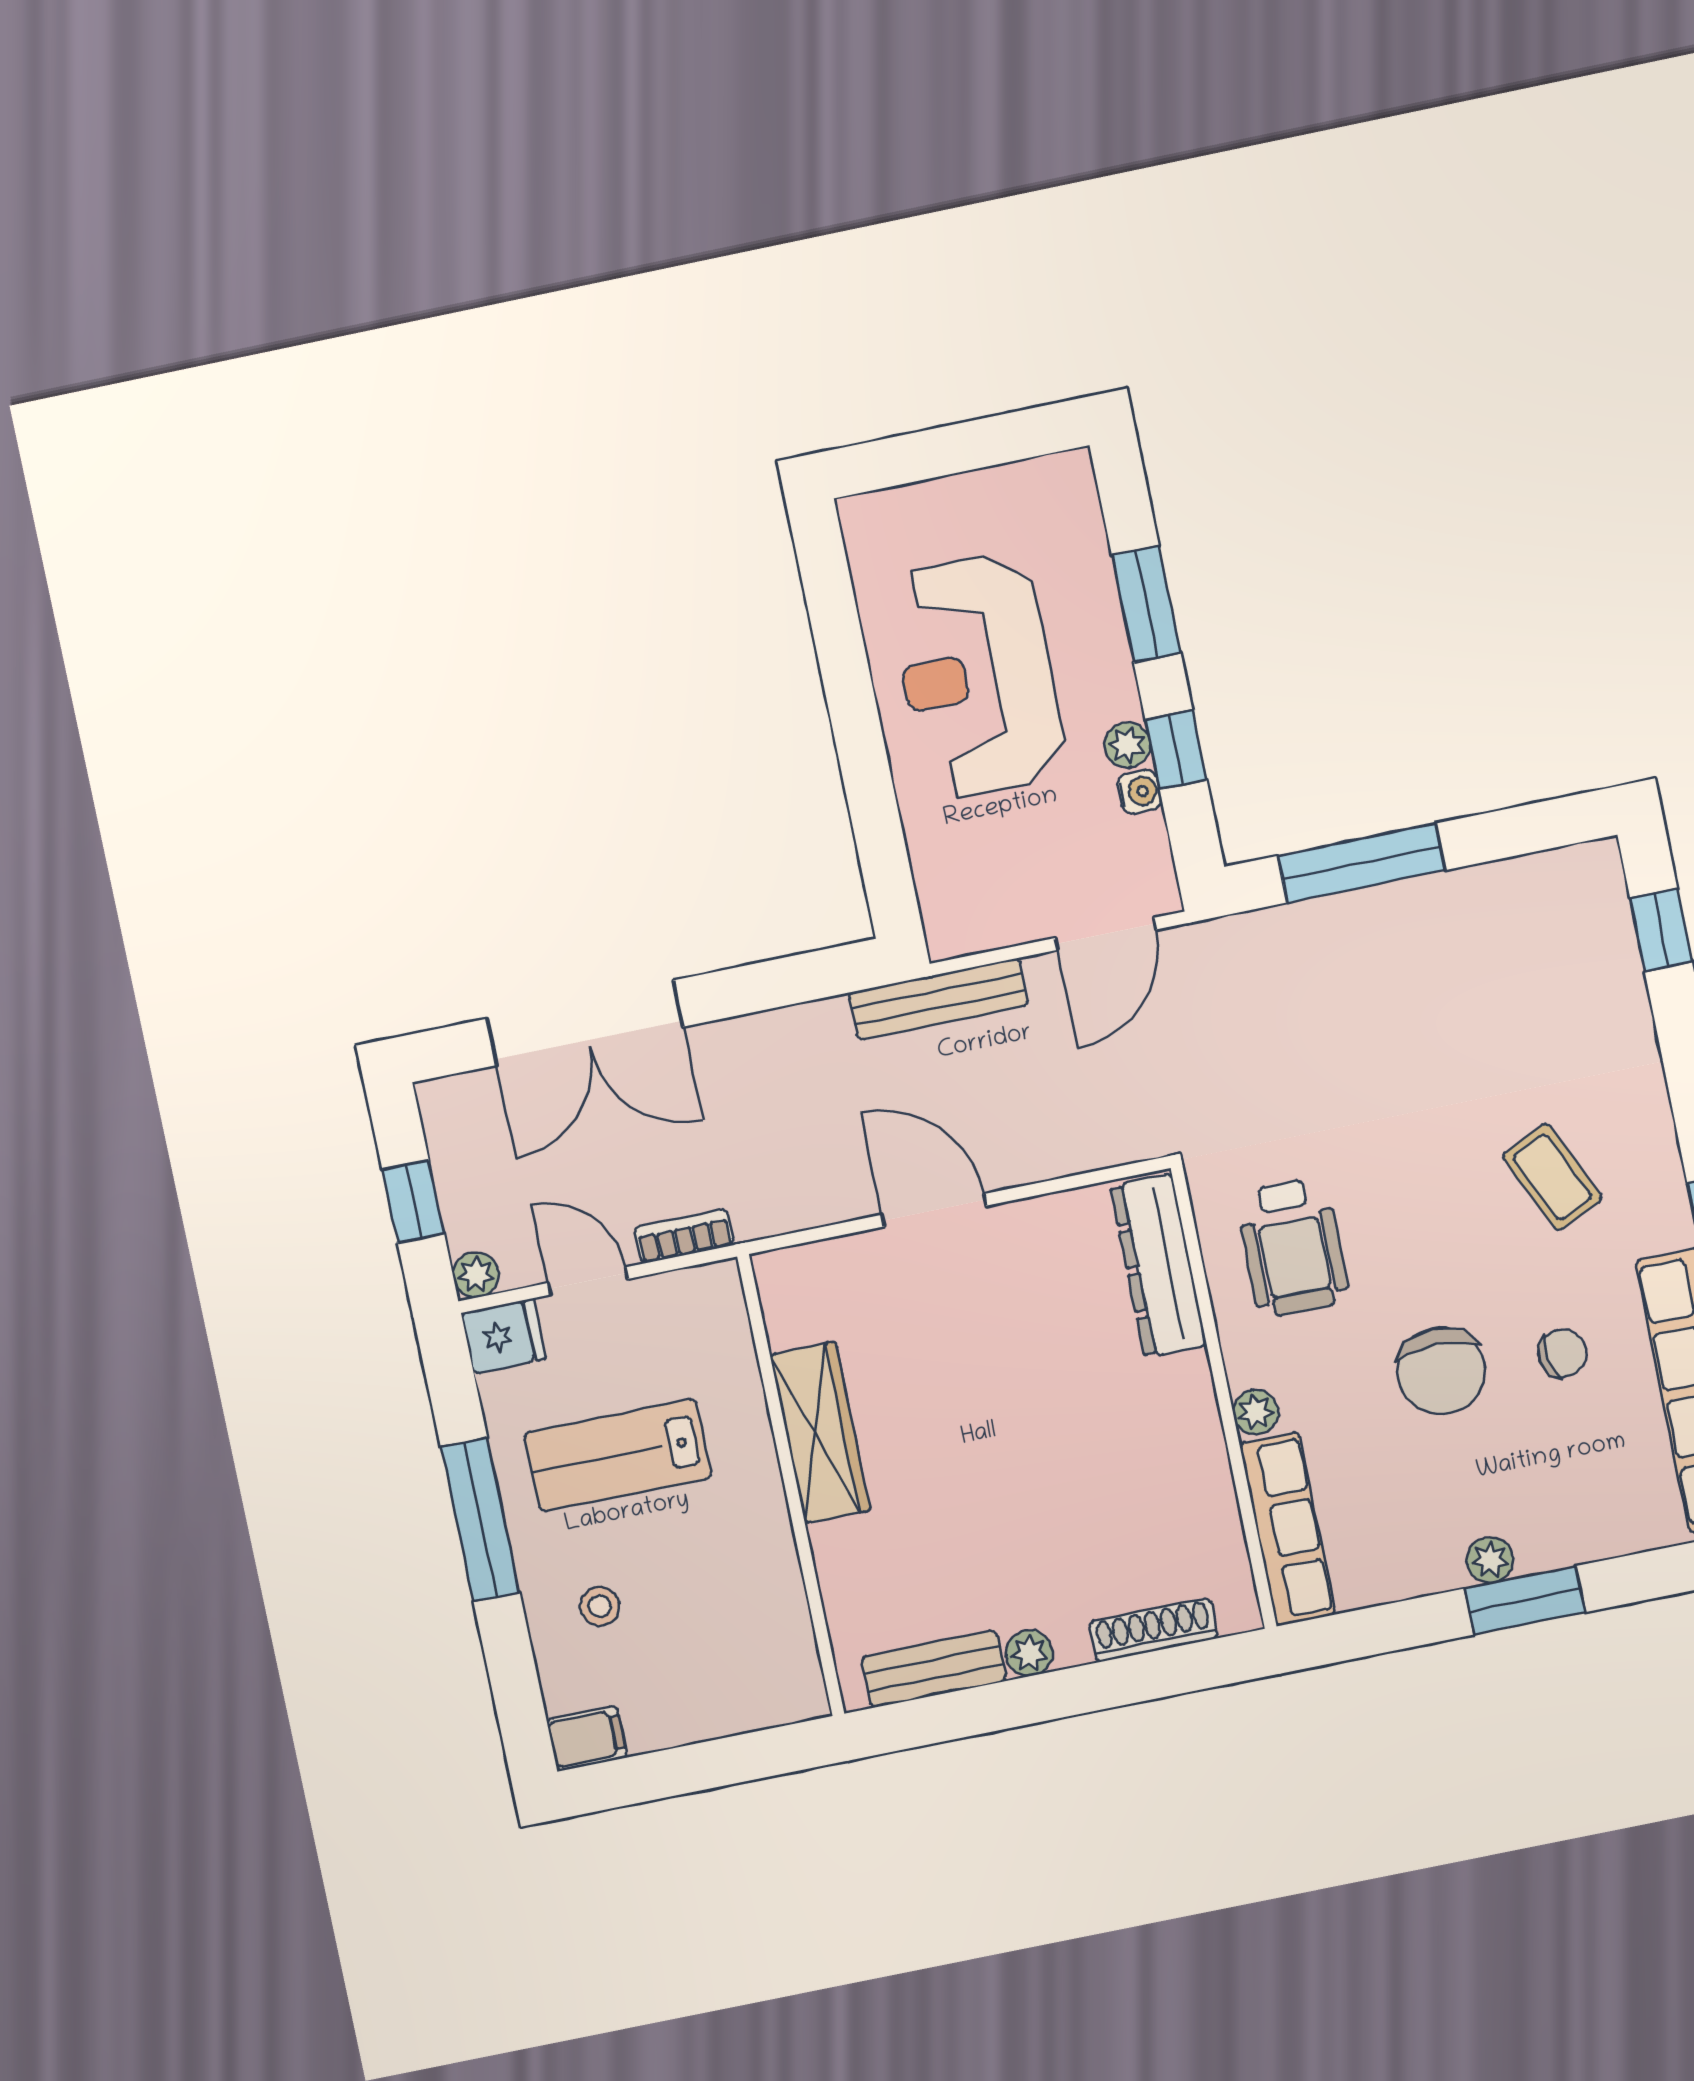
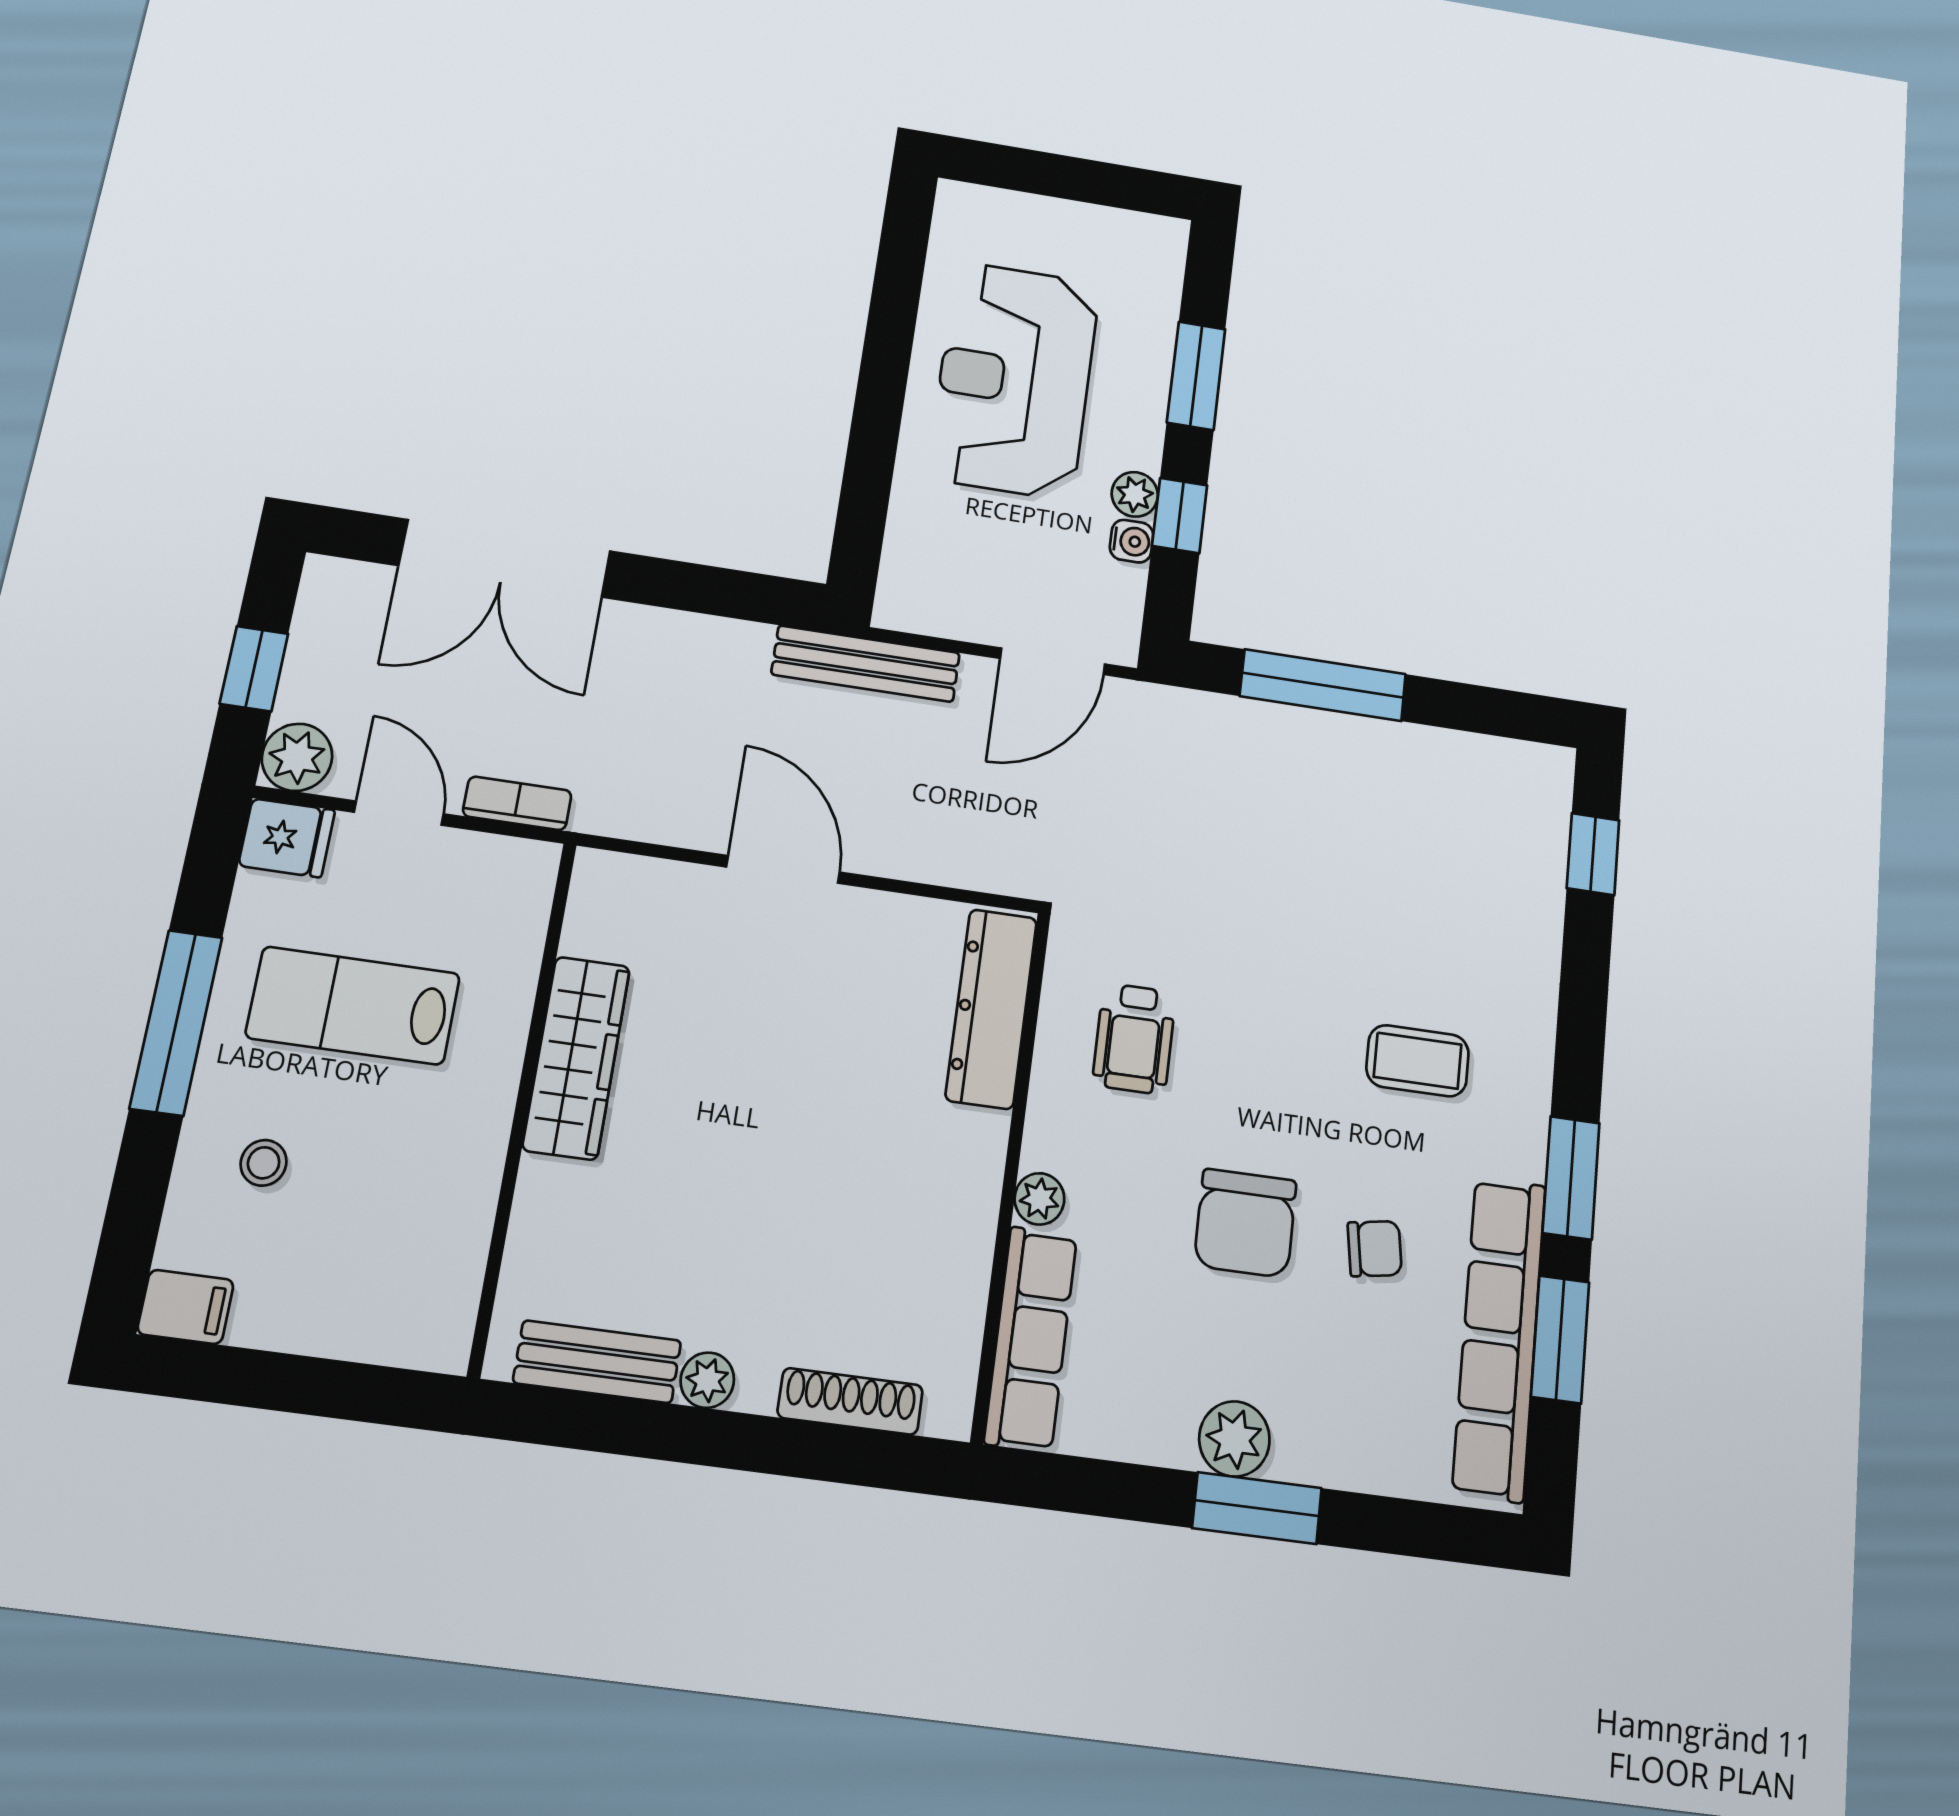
coffee table: (1552, 1177) -> (1418, 1061), turned -65
wheelchair: (1293, 1247) -> (1134, 1039), width x0.73, depth x0.73
plant: (476, 1275) -> (297, 757), width x1.38, depth x1.38
plant: (1490, 1560) -> (1234, 1439), width x1.38, depth x1.38

